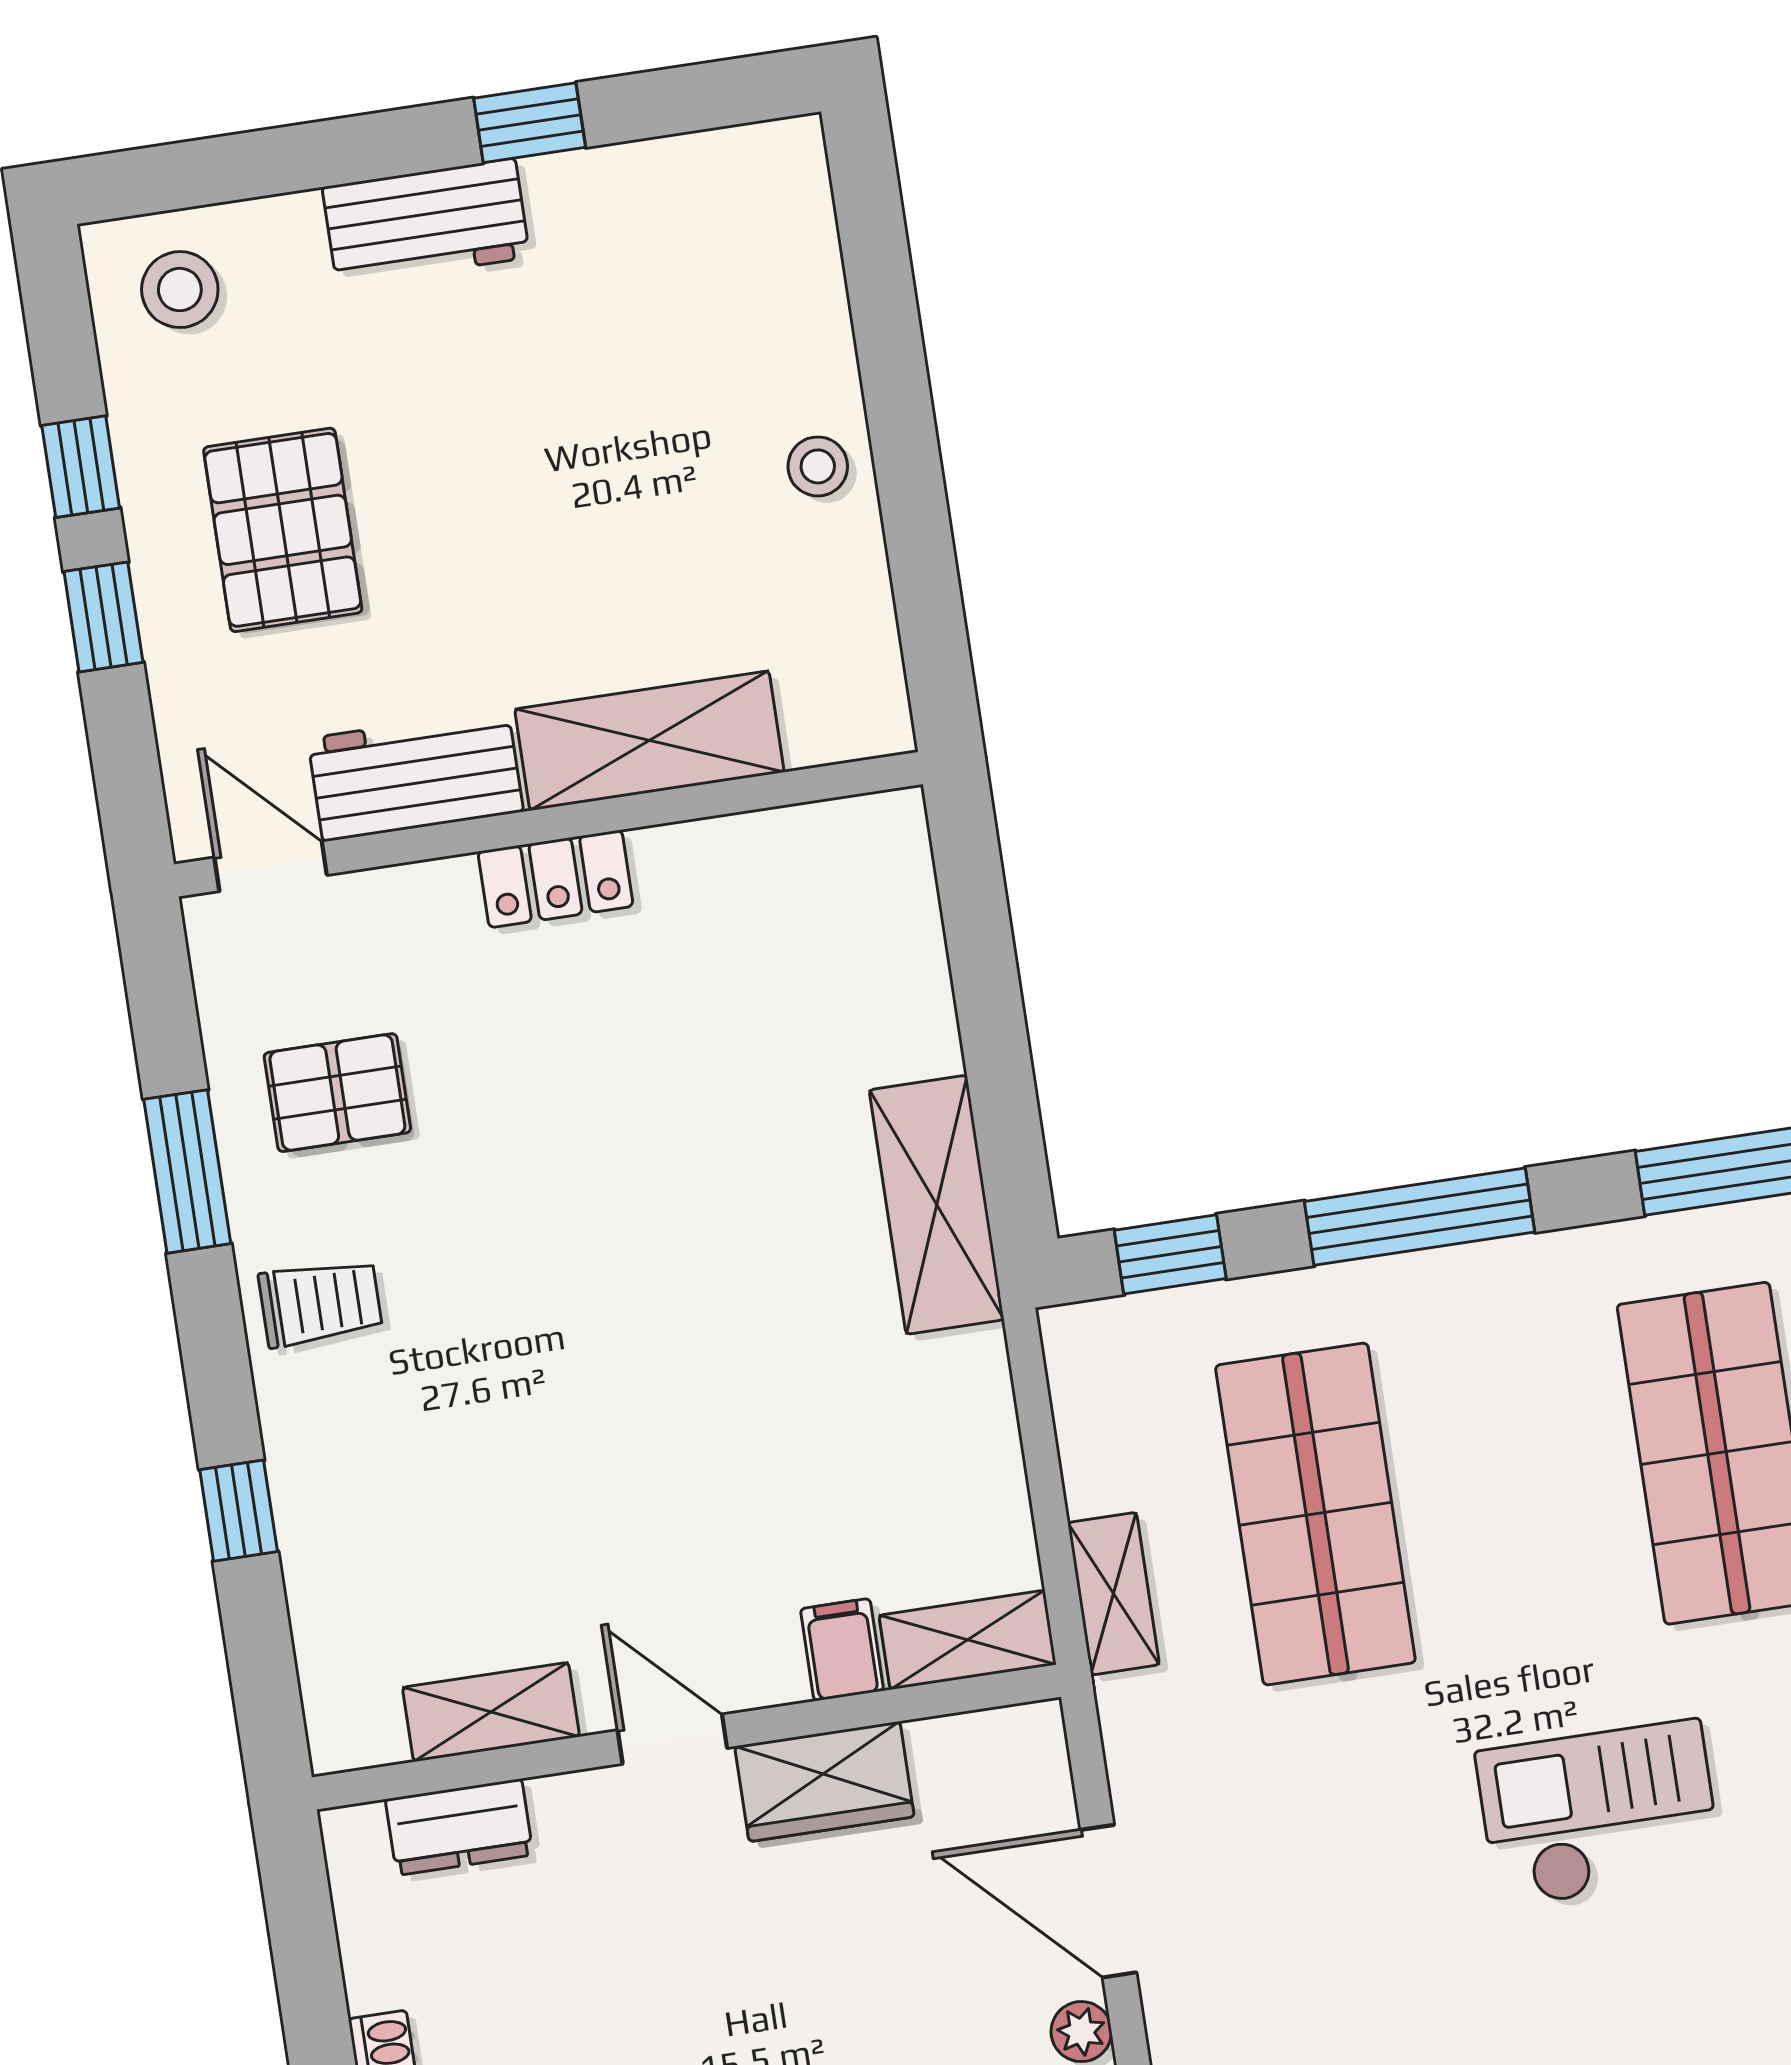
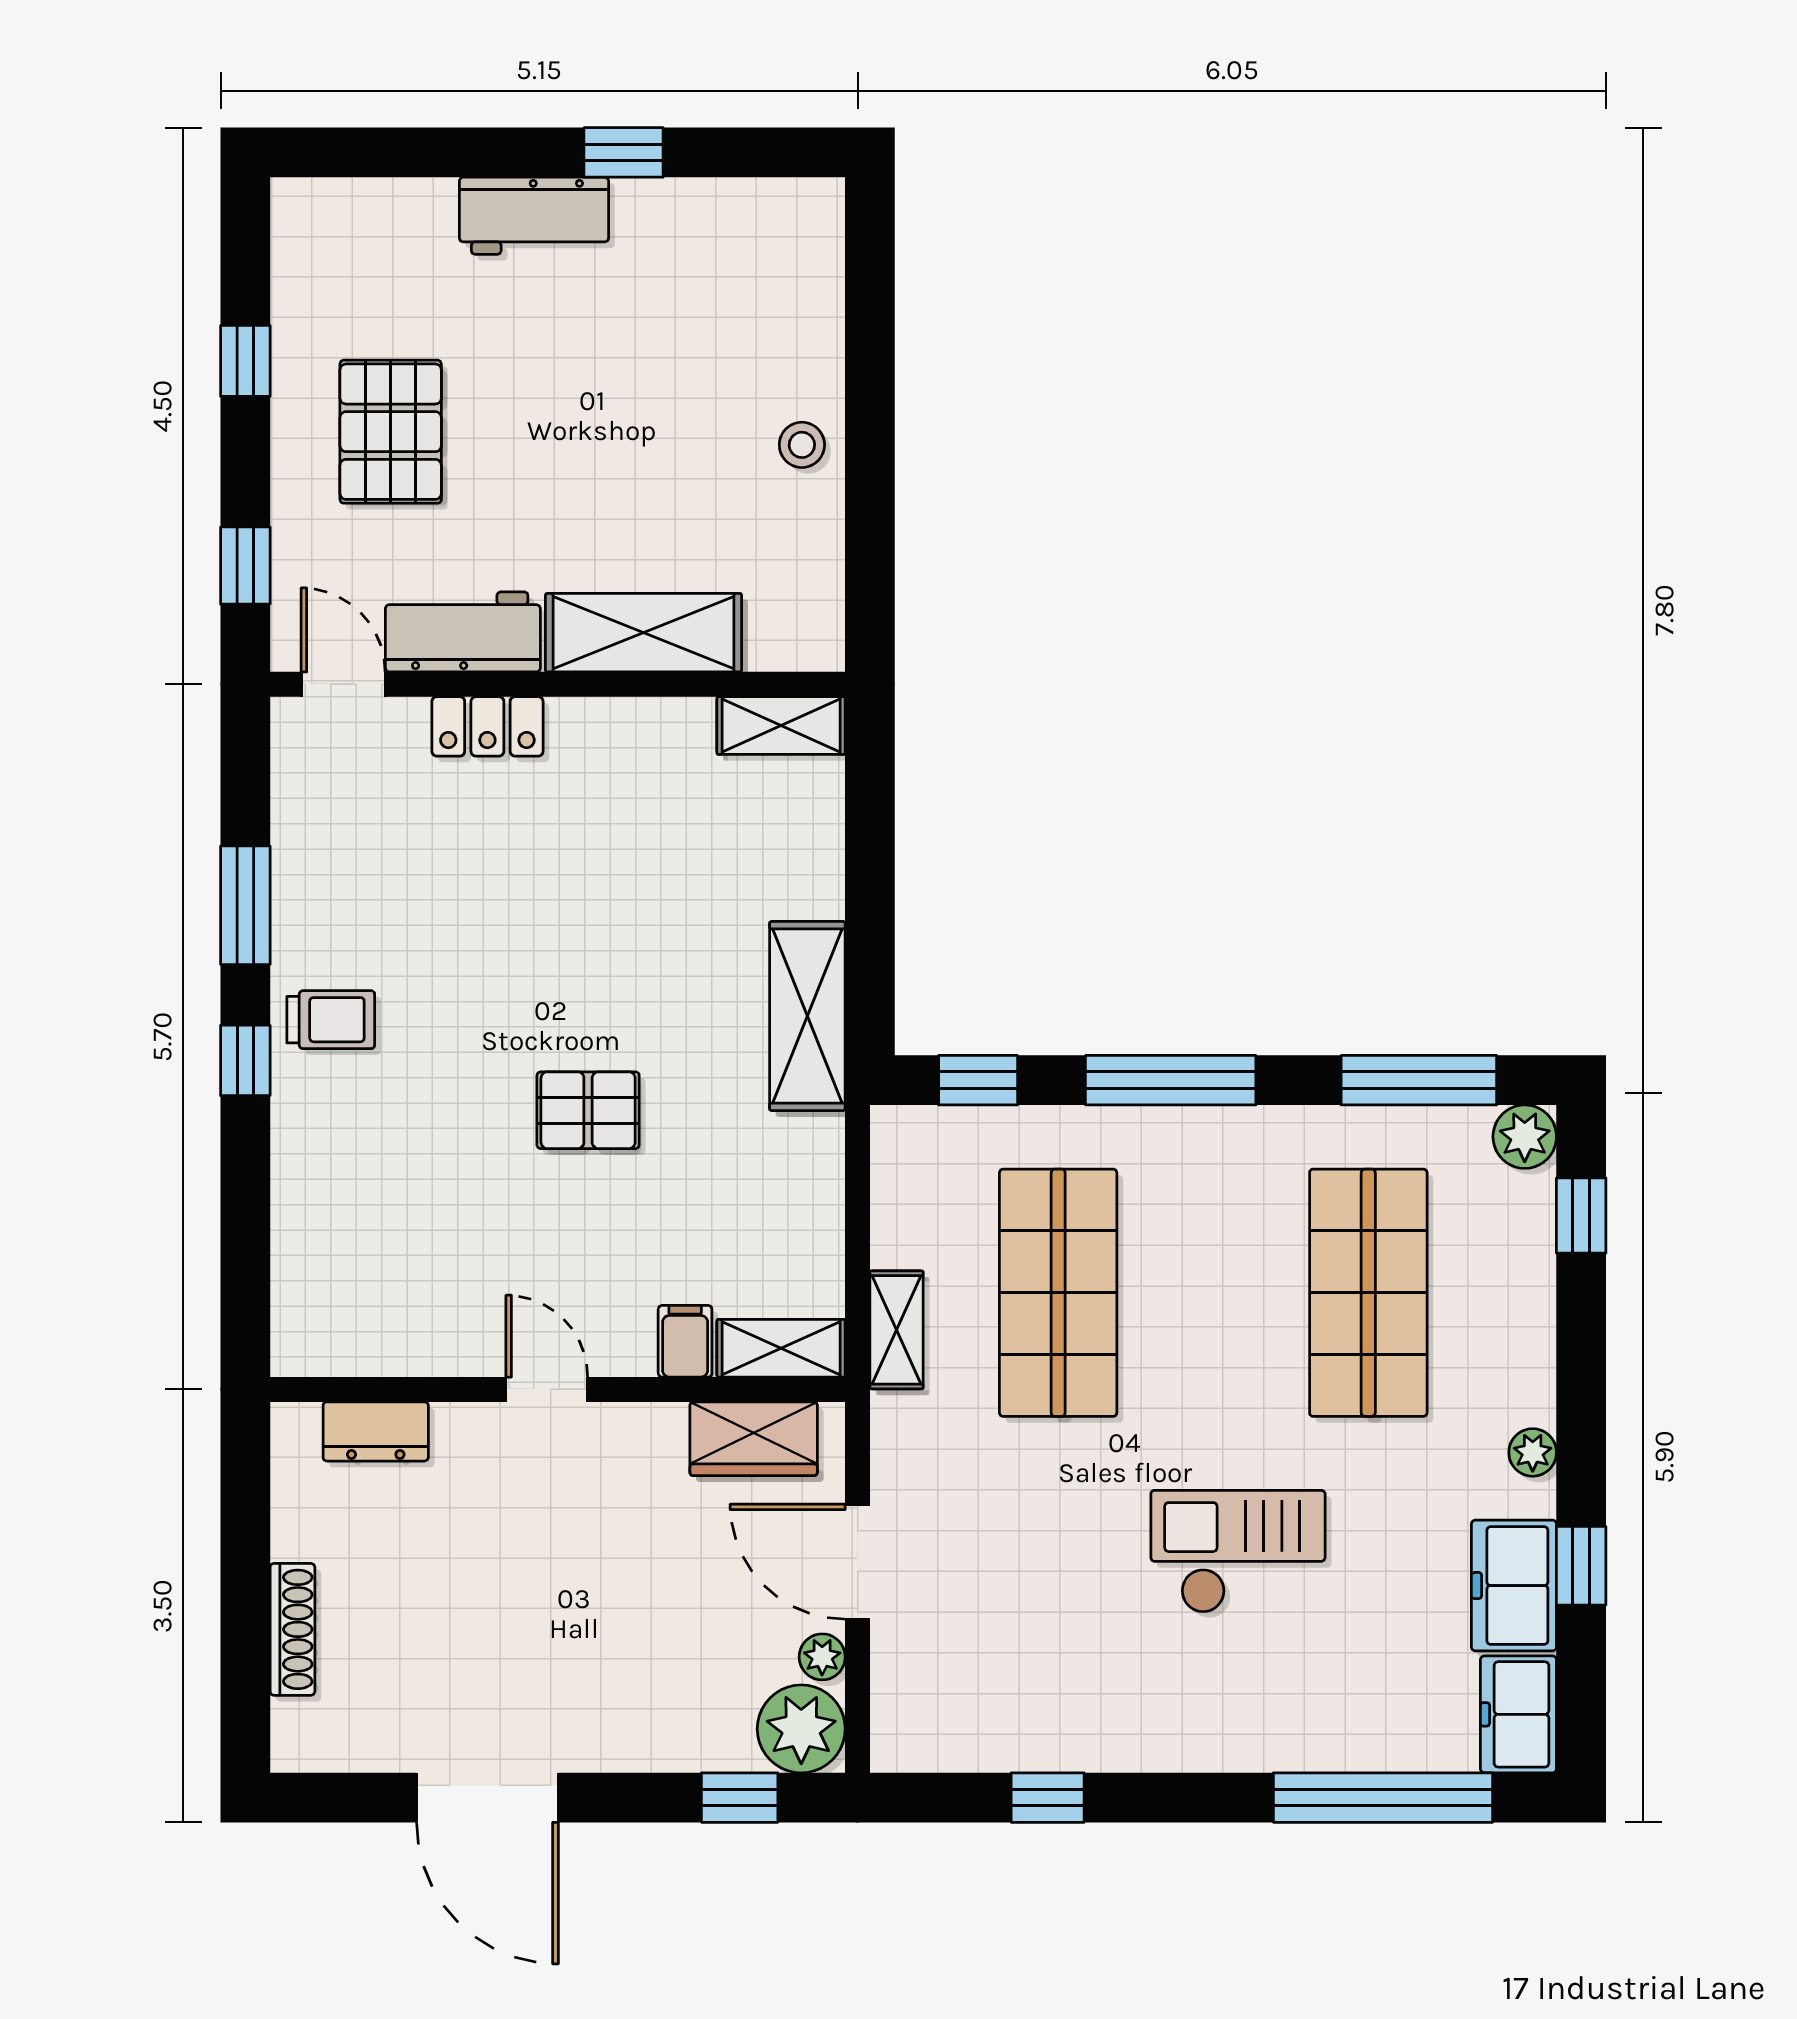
stool: (180, 290) -> (340, 238), removed
window: (103, 617) -> (245, 566), moved
locker: (555, 879) -> (487, 726), moved
pallet: (337, 1093) -> (588, 1110), moved
window: (239, 1511) -> (245, 1060), moved
shelving: (491, 1712) -> (781, 726), moved
wardrobe: (824, 1782) -> (754, 1439), moved

